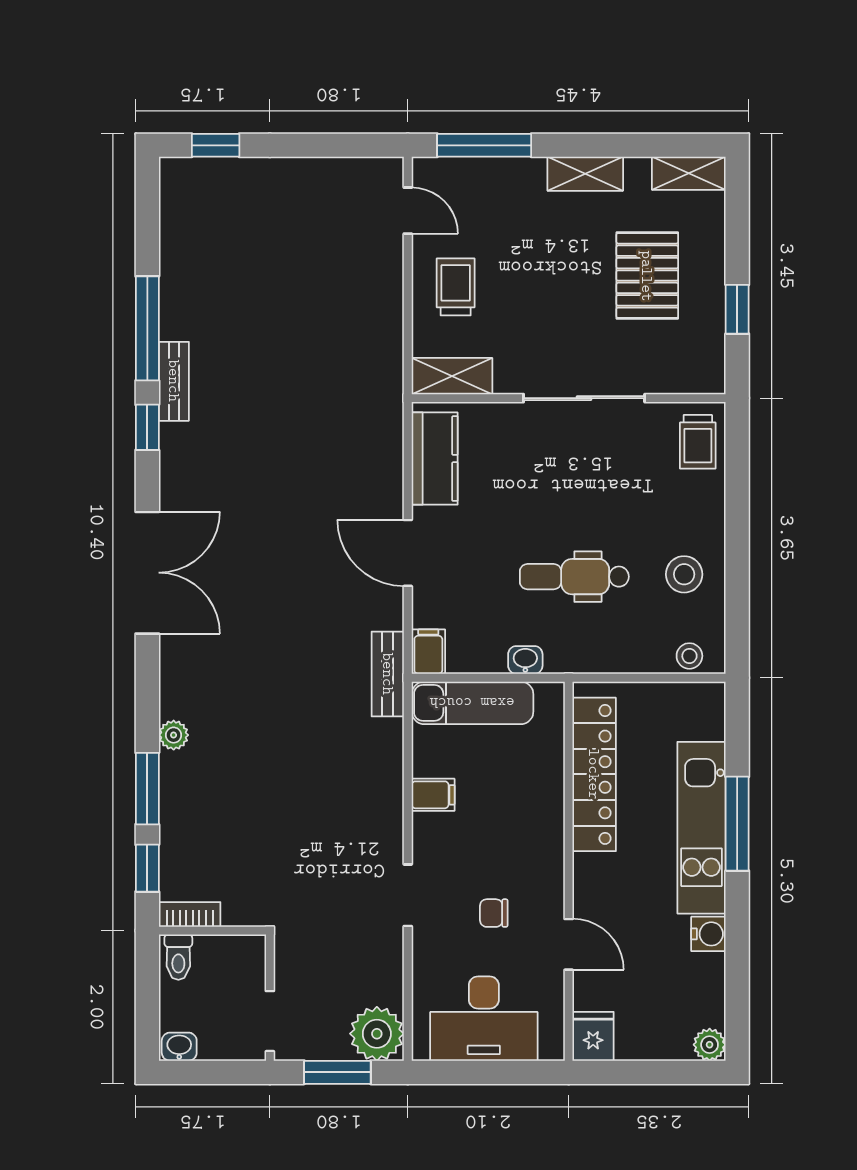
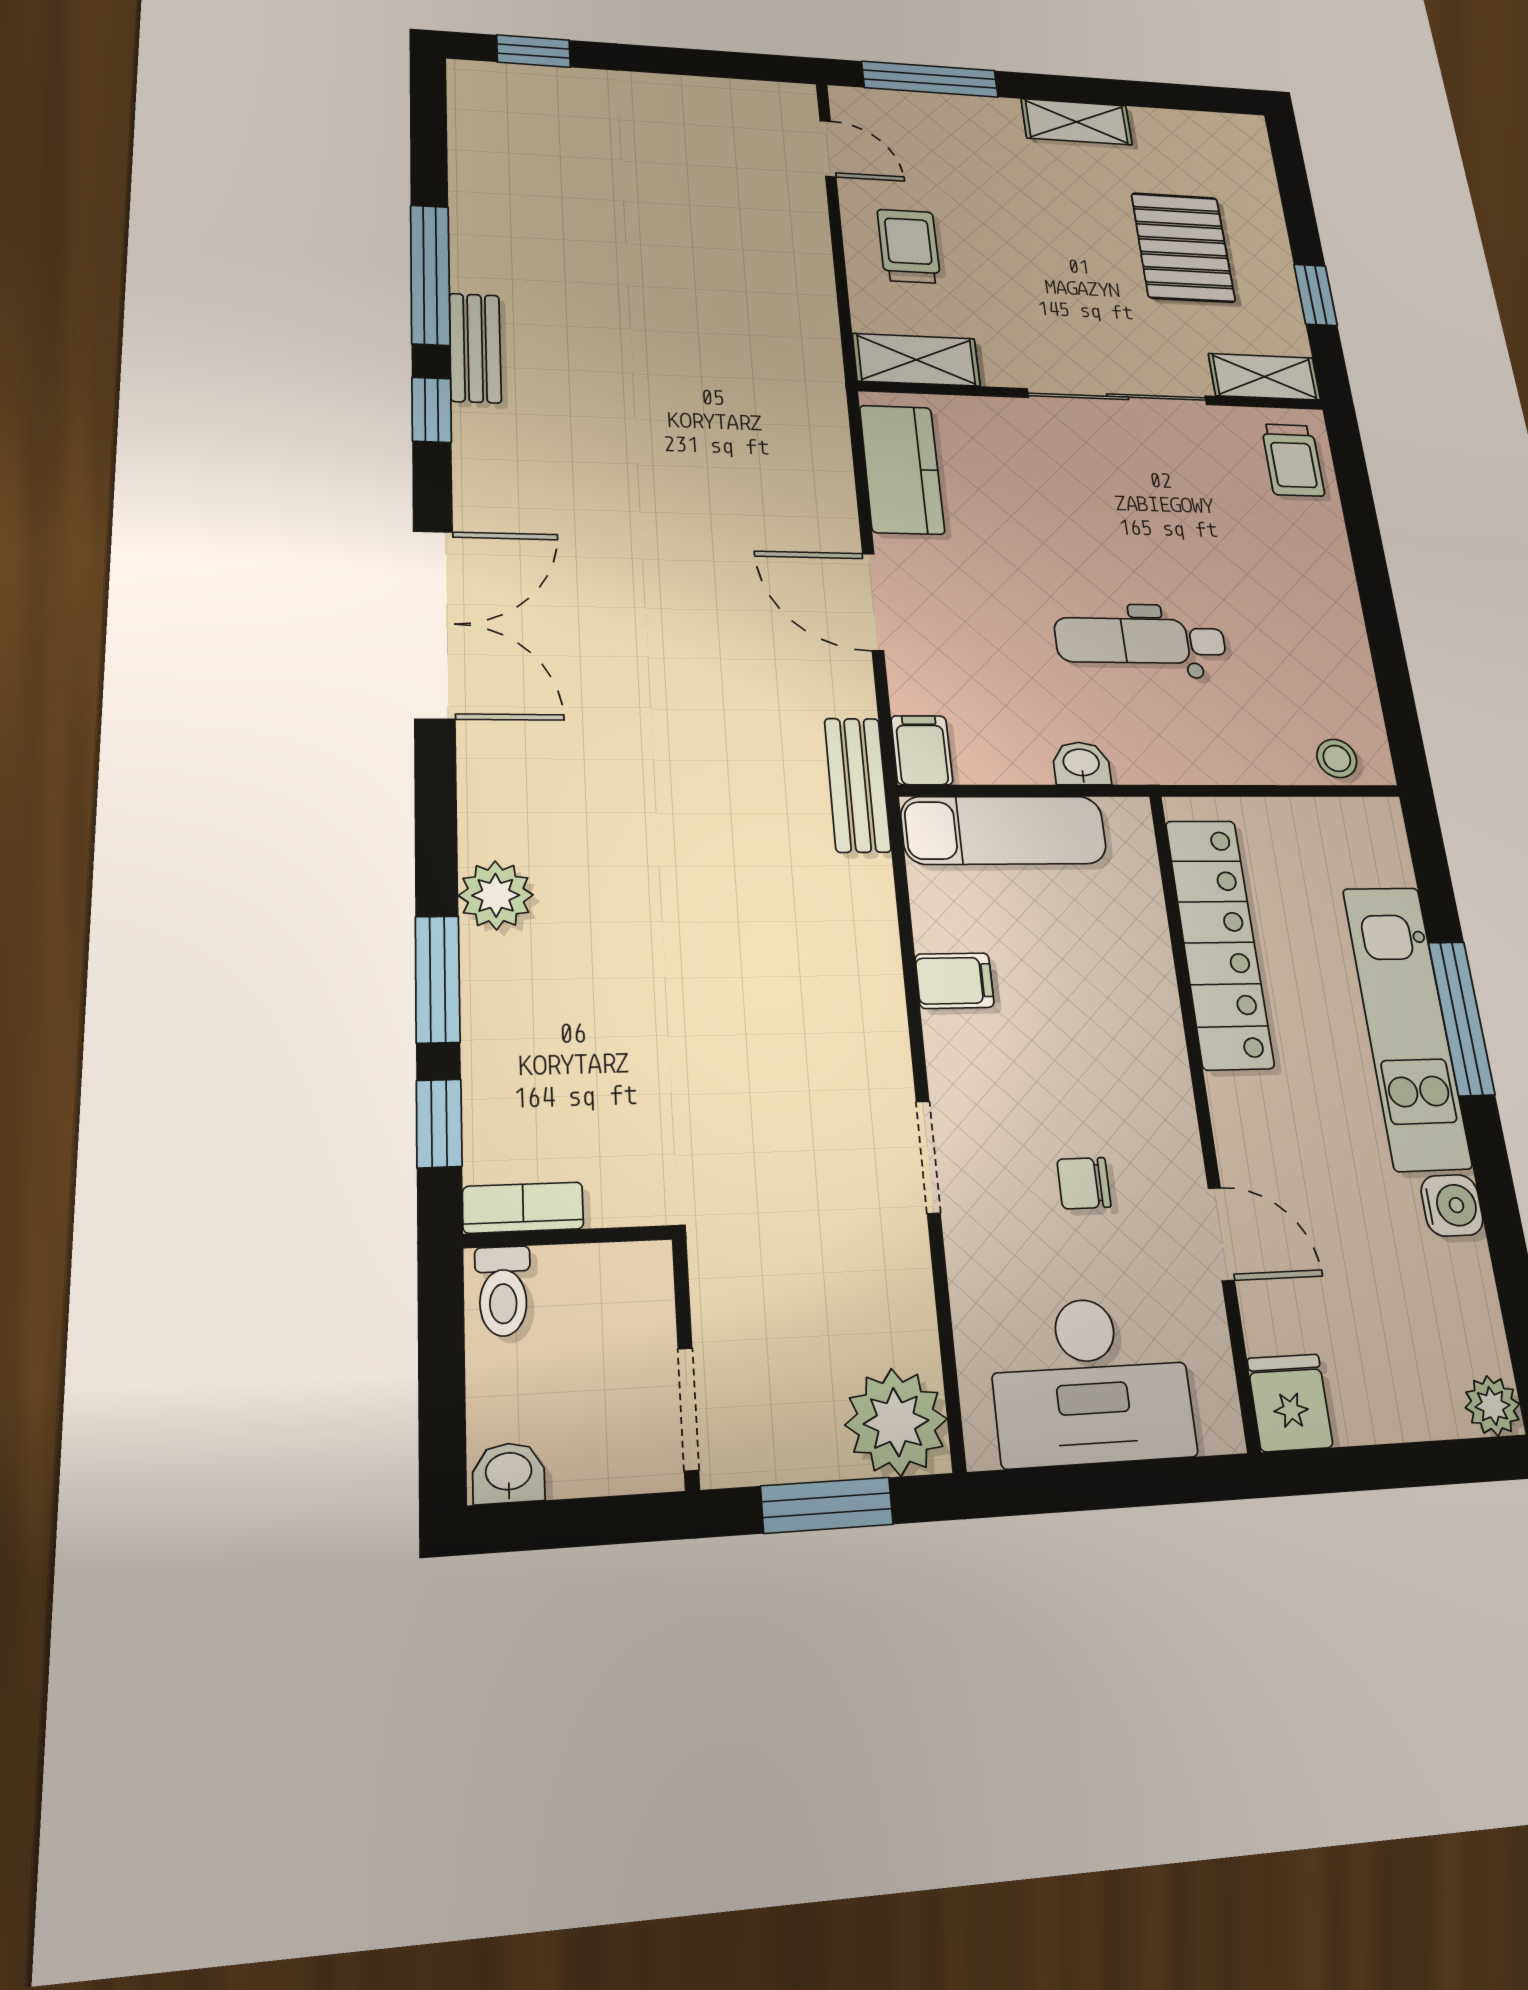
shelving: (689, 173) -> (1264, 377), moved
stool: (684, 574) -> (1307, 640), removed
plant: (174, 735) -> (496, 895), width x1.38, depth x1.38

